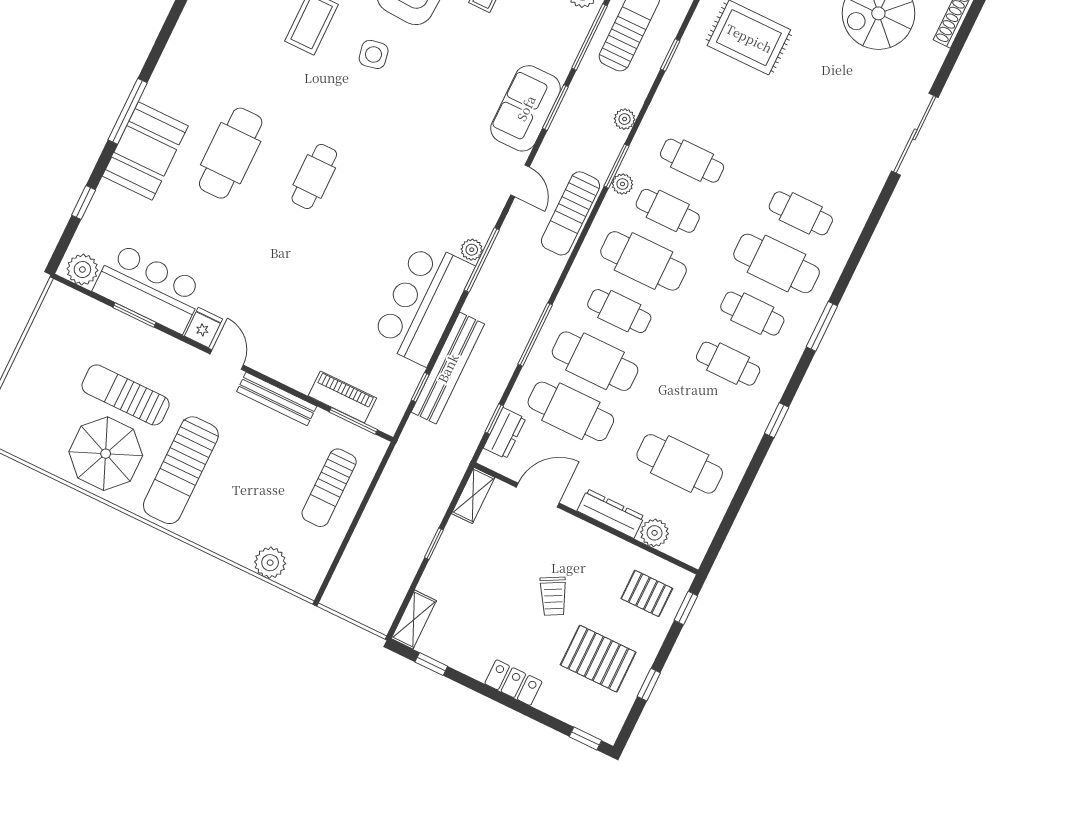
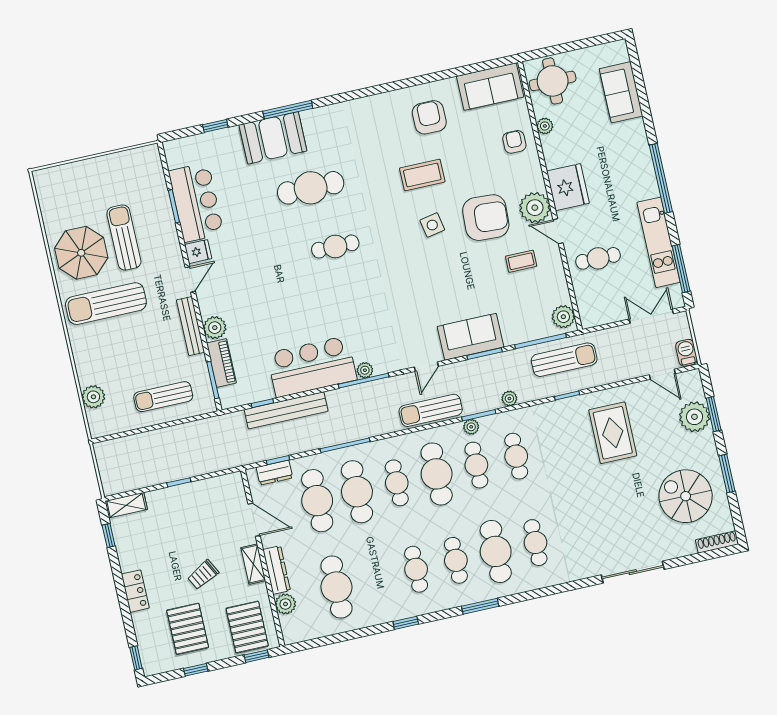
plant: (82, 270) -> (215, 328), moved
shelving: (473, 495) -> (253, 564), moved, turned 90
pallet: (647, 593) -> (247, 627), width x1.50, depth x1.42

